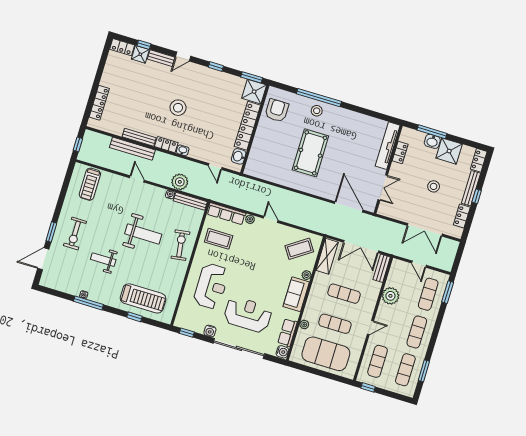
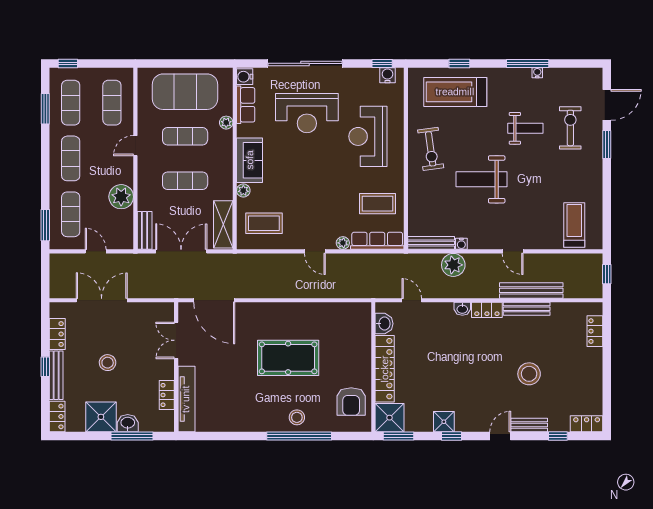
shower: (140, 54) -> (444, 422), moved
locker: (99, 103) -> (595, 331), width x0.66
stool: (178, 108) -> (529, 374), moved
pool table: (310, 153) -> (288, 358), turned 90
exercise bike: (75, 234) -> (570, 128), moved
exercise bike: (180, 245) -> (431, 149), moved
coffee table: (299, 249) -> (264, 223), turned 34
water cooler: (210, 331) -> (387, 75), moved
window: (368, 387) -> (68, 63), moved

